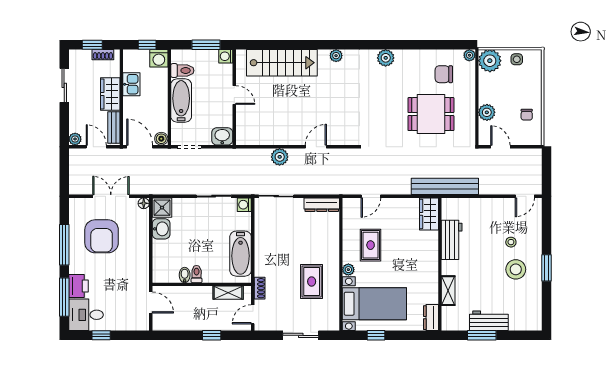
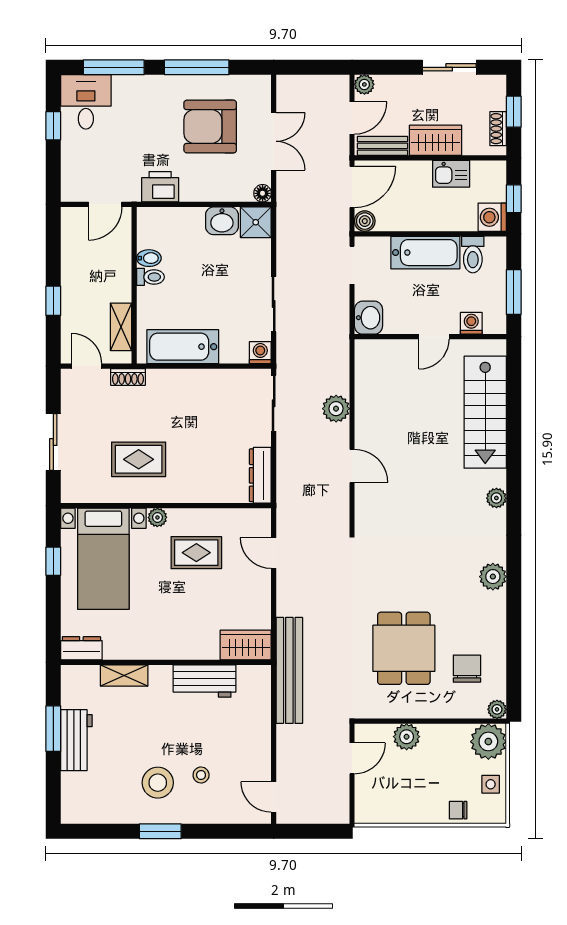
washing machine: (226, 56) -> (471, 323), moved
chair: (527, 115) -> (458, 810), moved
printer: (78, 286) -> (160, 187), moved, turned 180

